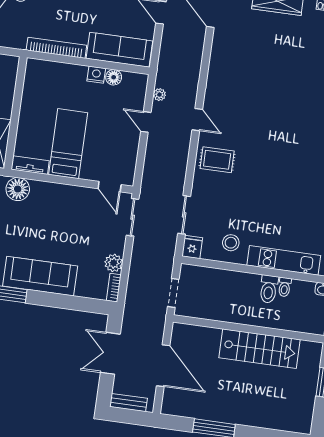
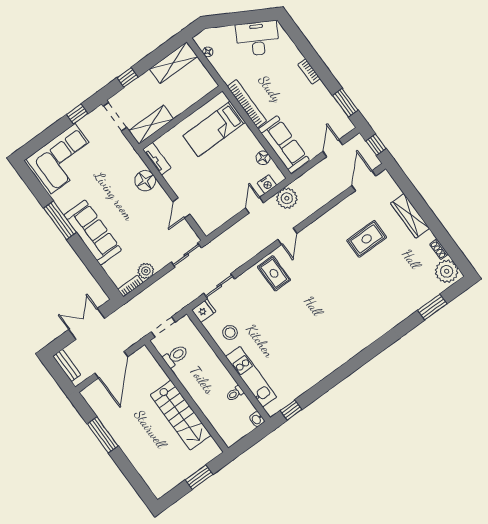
rug: (262, 57) -> (367, 239), added
nightstand: (96, 75) -> (267, 184), moved, turned 90
plant: (159, 95) -> (287, 198), width x1.88, depth x1.88
bed: (68, 144) -> (214, 129), moved, turned 180
door: (110, 187) -> (181, 208), moved
floor lamp: (18, 189) -> (145, 181), moved
toilet: (269, 289) -> (176, 356), moved, turned 180

